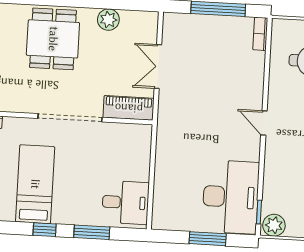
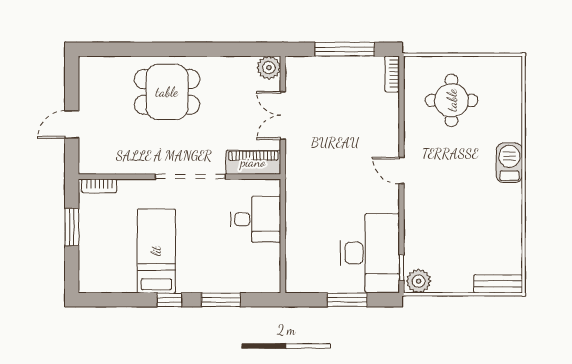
plant: (108, 20) -> (269, 68), moved
dining table: (53, 39) -> (167, 92), turned 90
desk: (125, 202) -> (256, 219), moved

